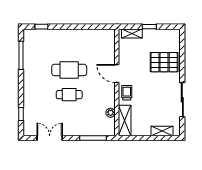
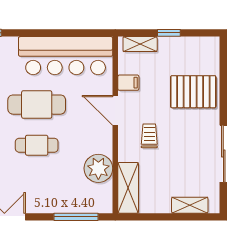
bar counter: (87, 40) -> (66, 56), added
filing cabinet: (125, 57) -> (128, 83), added
trolley: (127, 93) -> (149, 136), moved
plant: (111, 113) -> (98, 168), width x1.87, depth x1.87

